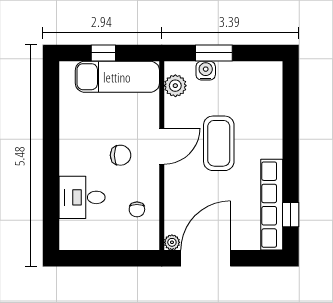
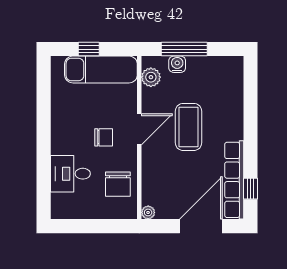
window: (214, 53) -> (184, 49), width x1.44
chair: (137, 209) -> (118, 184), width x1.87, depth x1.87
door: (206, 258) -> (201, 226), moved

